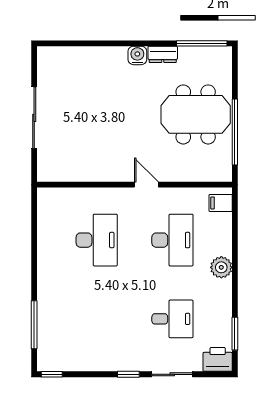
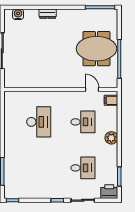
dresser: (163, 54) -> (48, 14), moved
water cooler: (137, 55) -> (18, 14), moved
door: (146, 185) -> (92, 90), moved
desk: (172, 240) -> (83, 122), width x0.73

